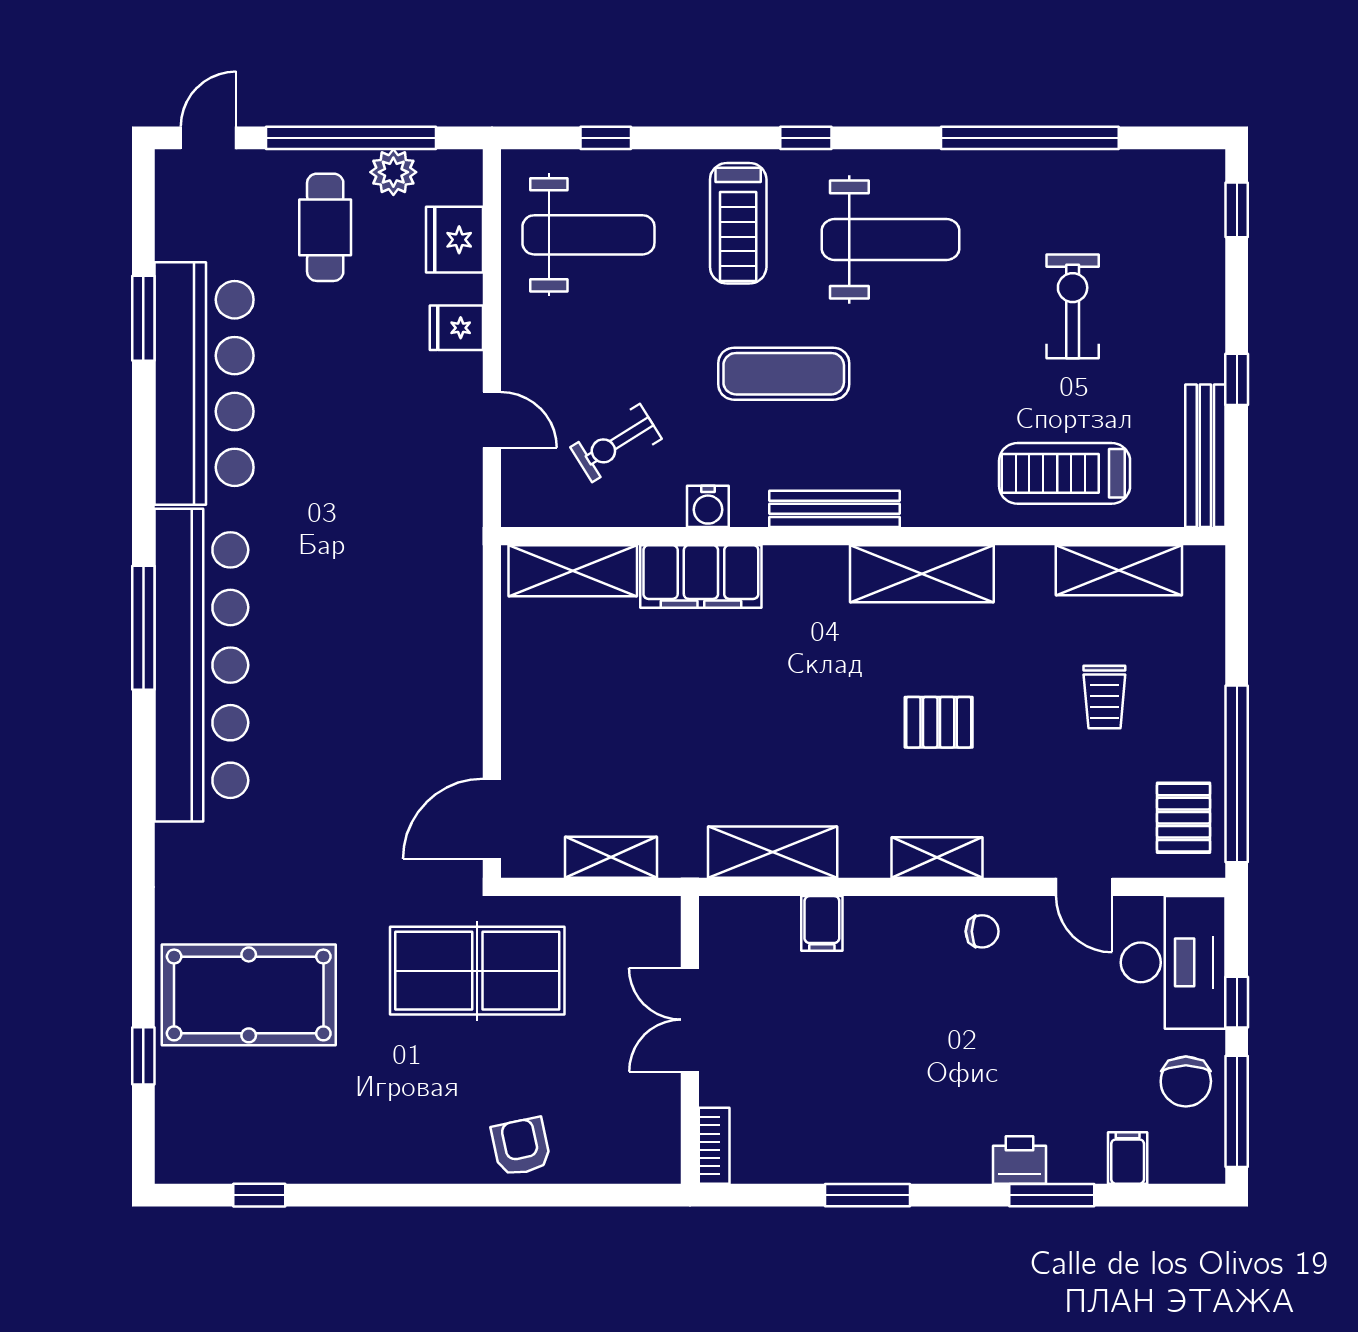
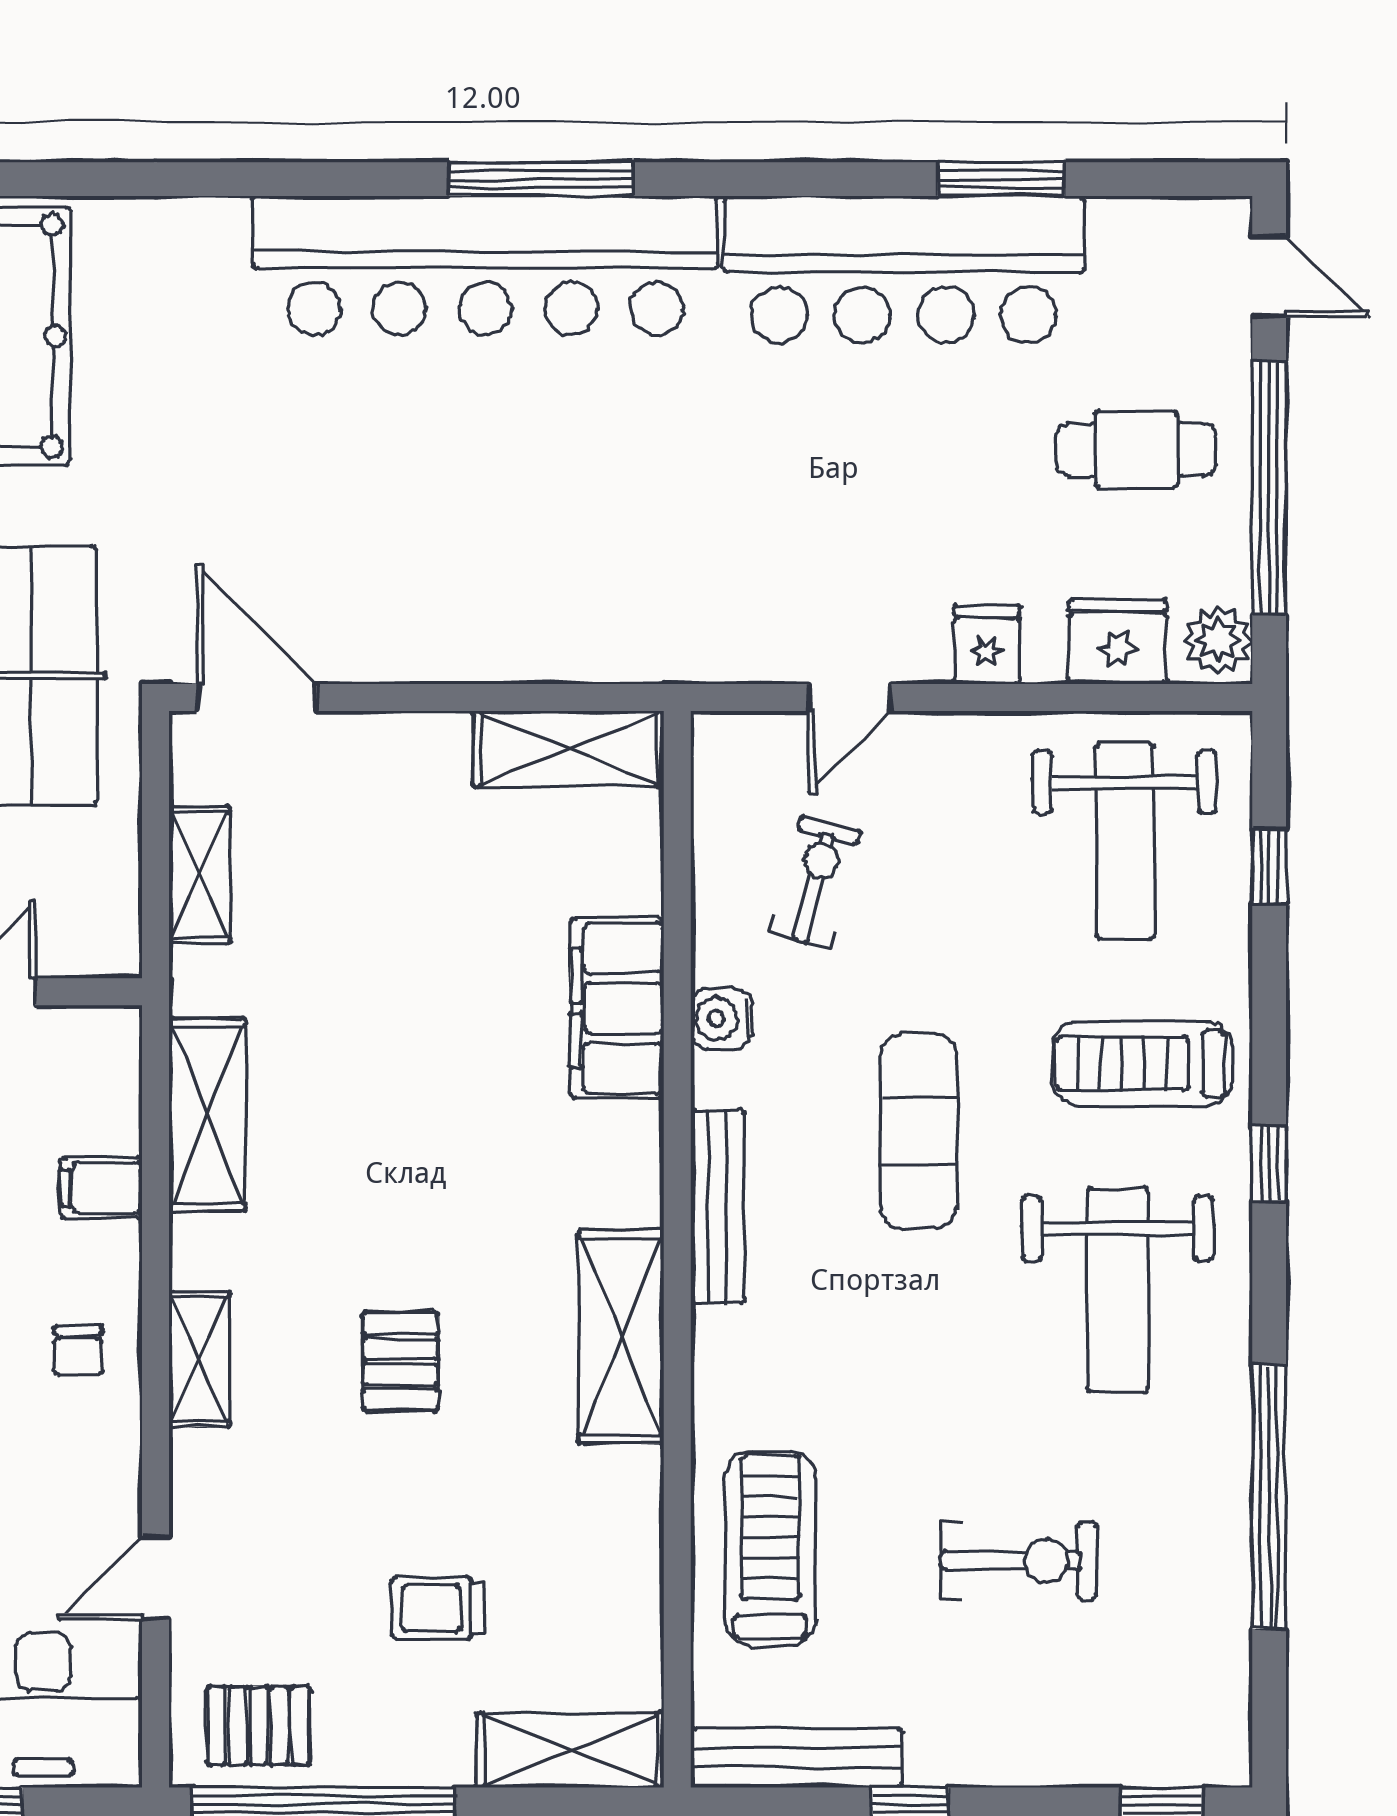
plant: (393, 172) -> (1218, 640), moved
exercise bike: (616, 443) -> (815, 882), turned 47
shelving: (1119, 570) -> (570, 1750), moved, turned 90
shelving: (573, 571) -> (568, 749), moved, turned 90
chair: (982, 931) -> (78, 1351), moved

